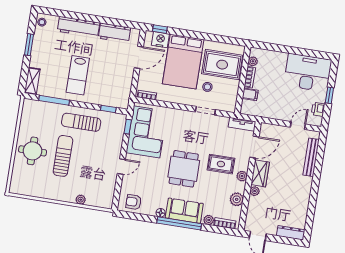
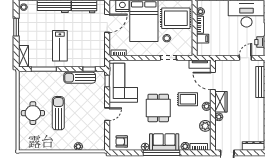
sun lounger: (81, 122) -> (80, 78), moved
door: (254, 147) -> (213, 81), swing flipped

